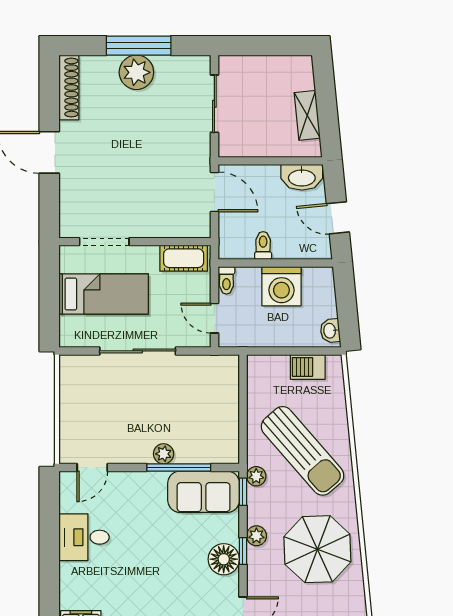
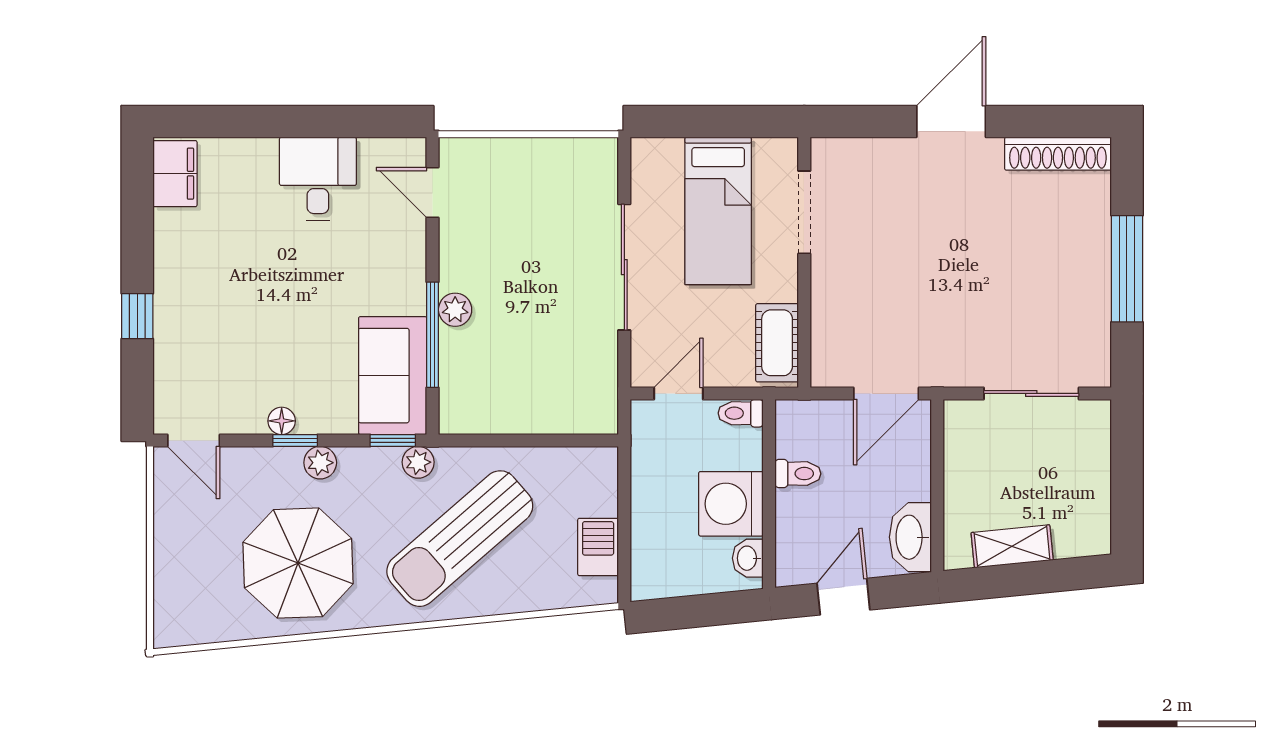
plant: (136, 72) -> (1083, 265), removed
washbasin: (330, 331) -> (748, 558), moved, turned -84
floor lamp: (224, 559) -> (282, 421), width x0.53, depth x0.53

